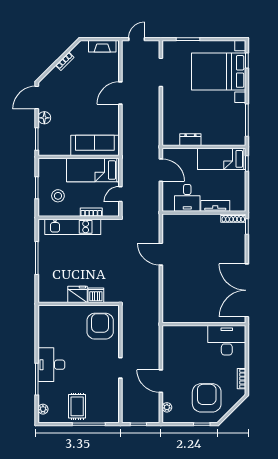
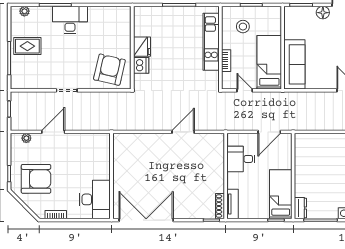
dresser: (190, 140) -> (300, 208), moved
tv unit: (215, 206) -> (233, 204), moved
armchair: (100, 326) -> (109, 70), turned -77

